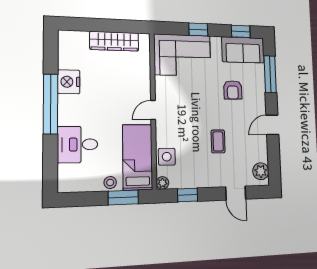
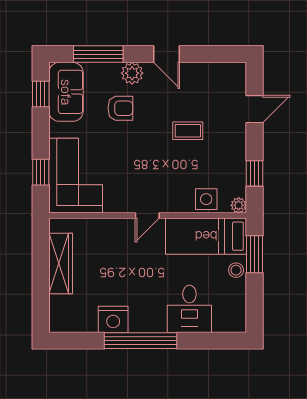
window: (198, 29) -> (41, 172), moved
door: (153, 110) -> (147, 216), hinge flipped
plant: (261, 171) -> (132, 73), moved

